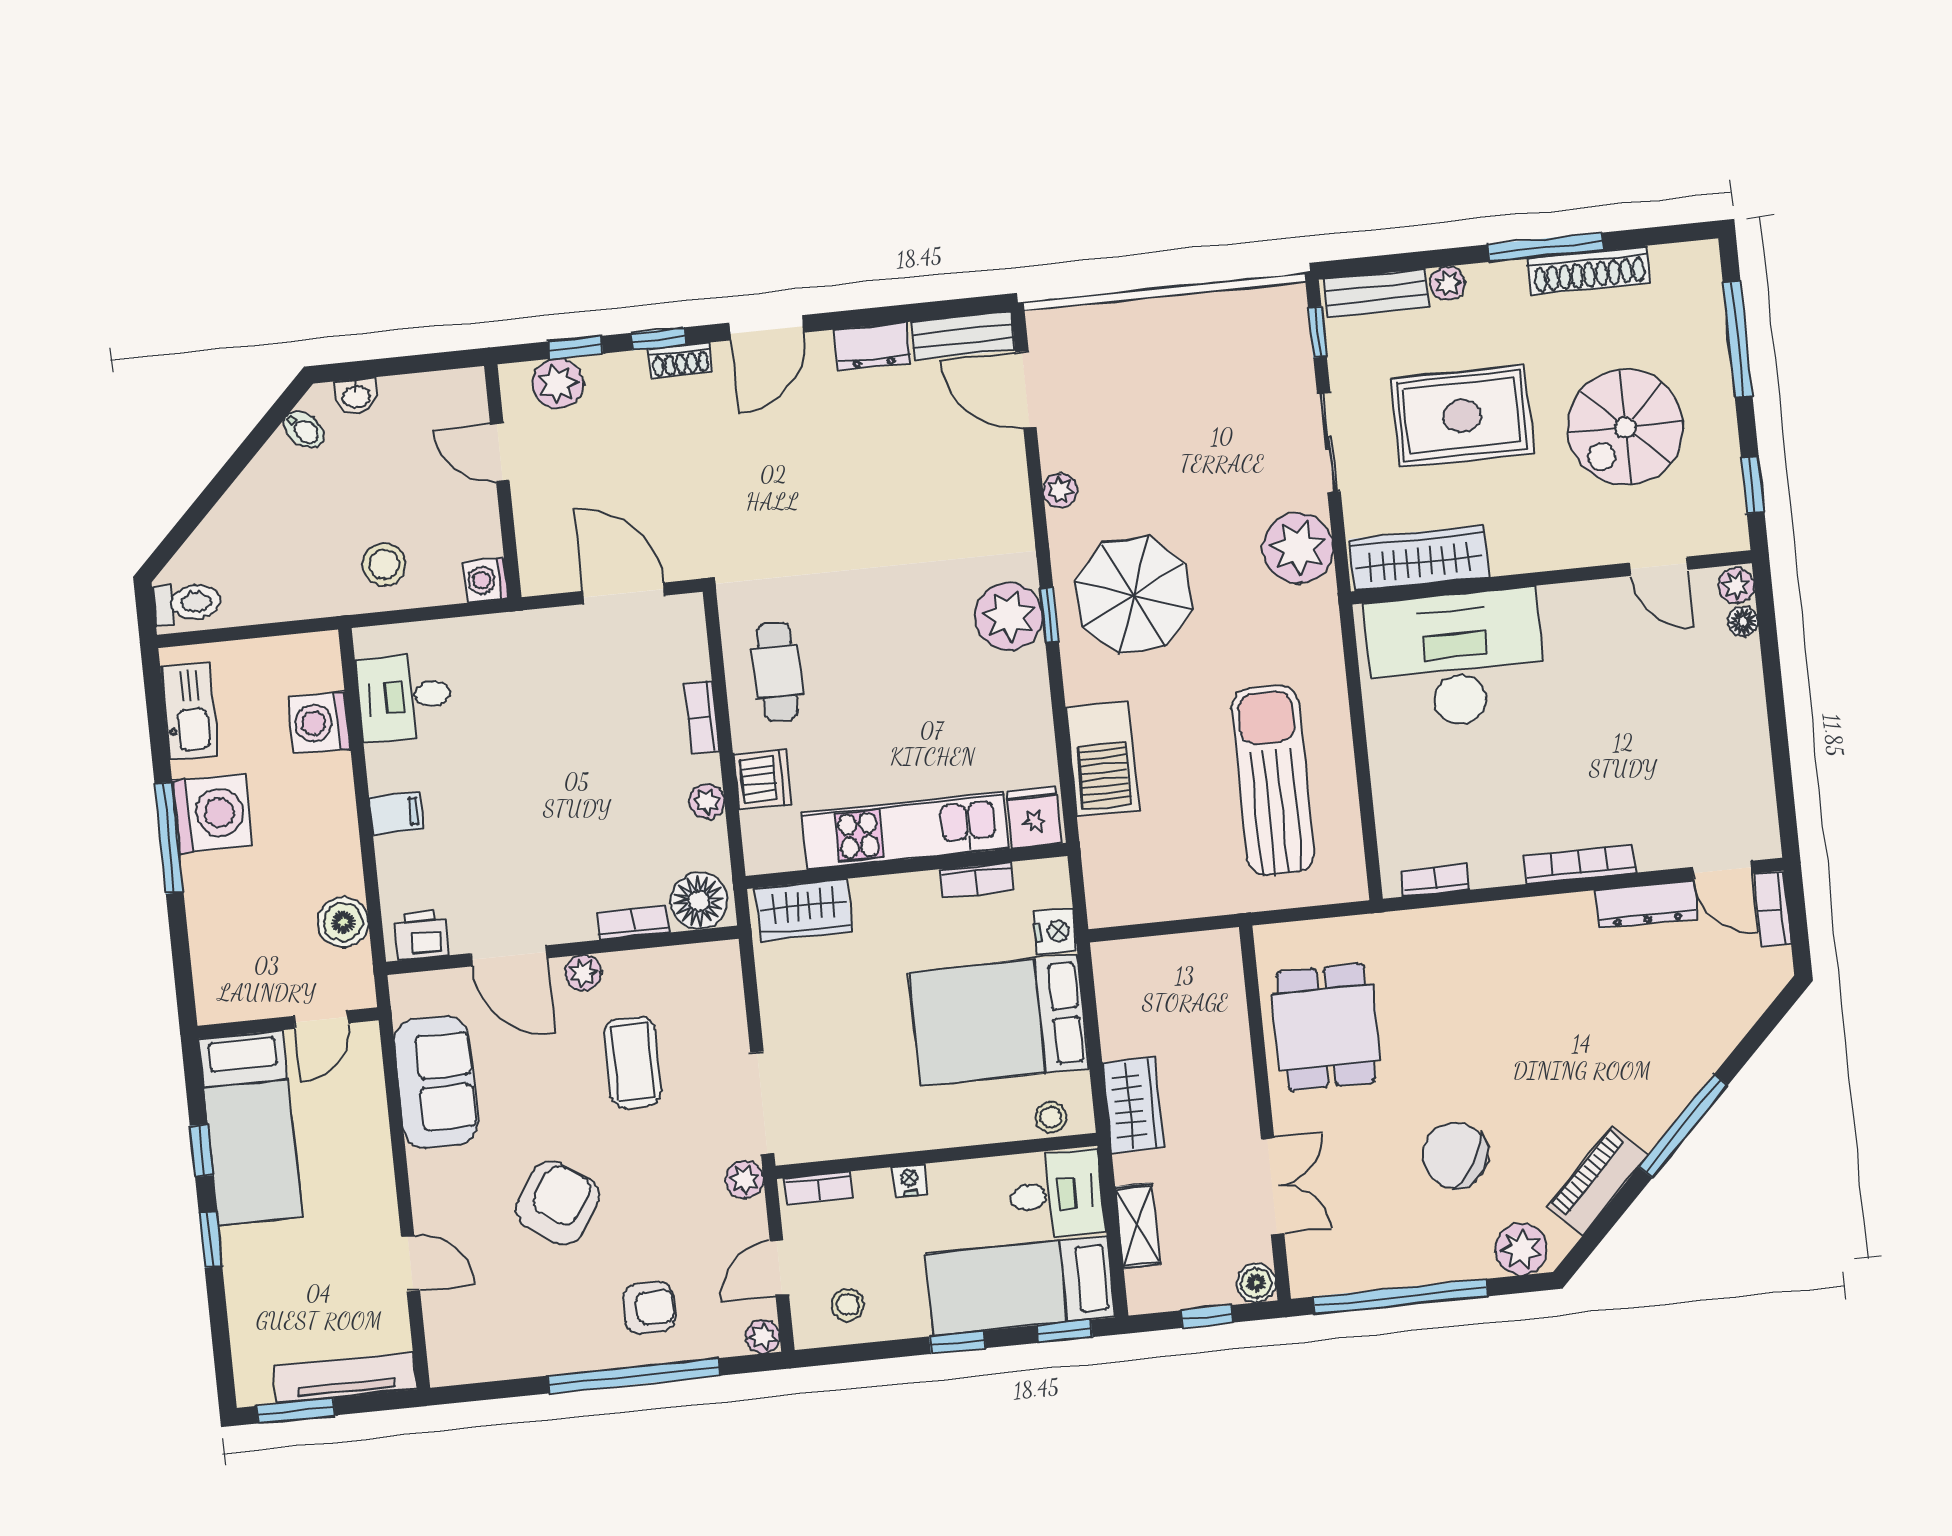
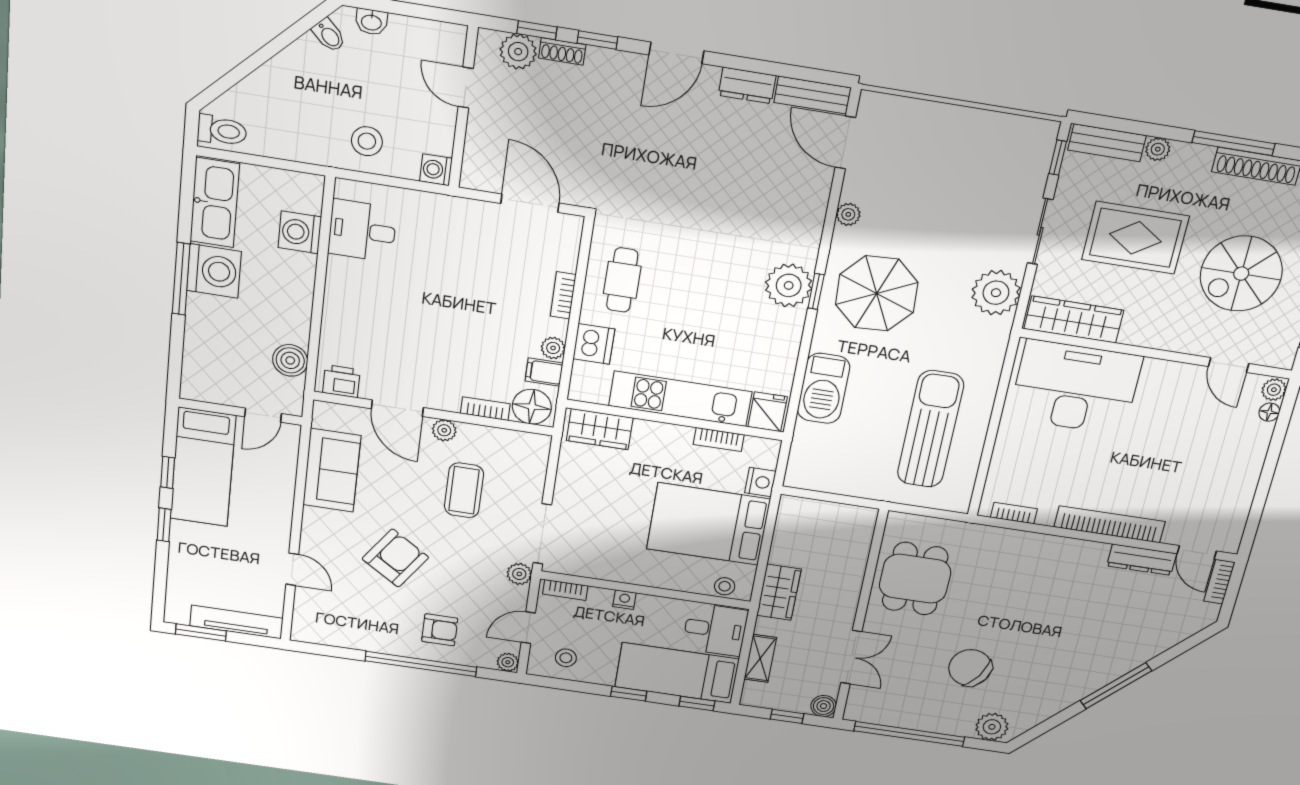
shoe rack: (680, 360) -> (562, 51), moved
kitchen sink: (190, 711) -> (215, 203), width x1.36, depth x1.24
filing cabinet: (396, 813) -> (544, 372), moved, turned 180
bookcase: (1580, 864) -> (1110, 524), width x1.48, depth x1.31
piano: (1597, 1181) -> (1052, 702), removed

